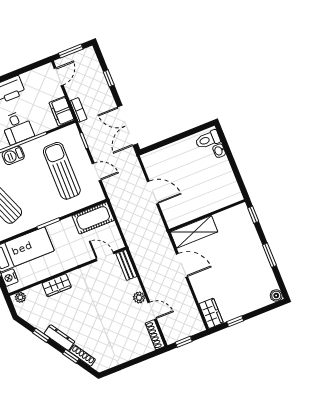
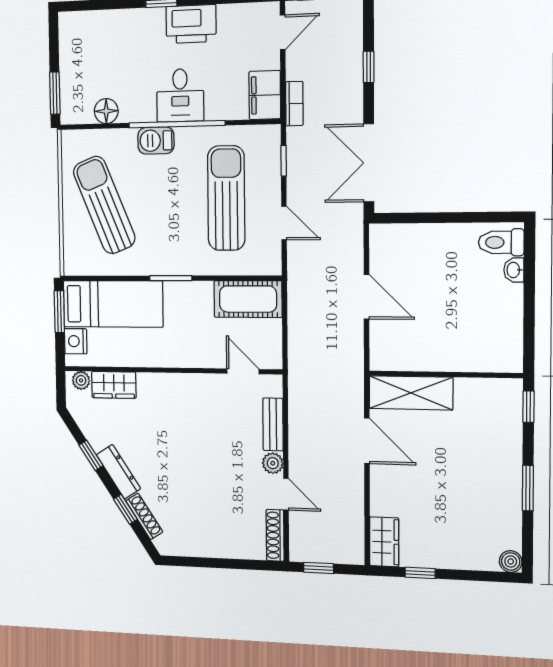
bench: (126, 265) -> (273, 424), moved
wardrobe: (57, 285) -> (114, 385), moved

